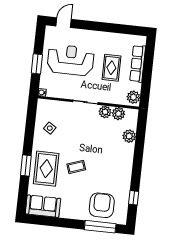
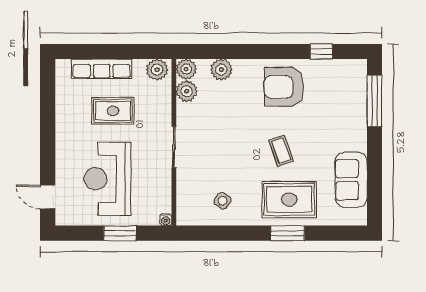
plant: (105, 112) -> (186, 69), moved
armchair: (102, 205) -> (284, 87), moved
sofa: (43, 206) -> (351, 180), moved

